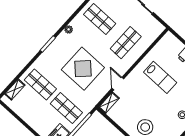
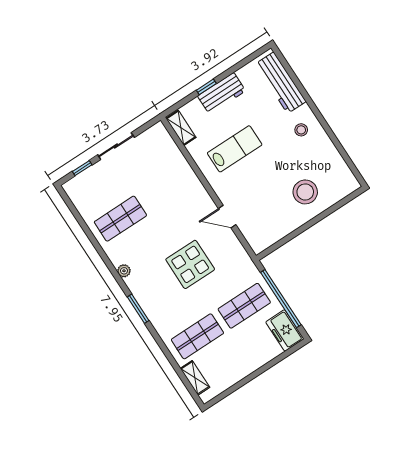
shop shelf: (126, 43) -> (167, 188), removed
display table: (83, 69) -> (190, 264), width x0.73, depth x0.73
shelving: (109, 103) -> (181, 128), moved

